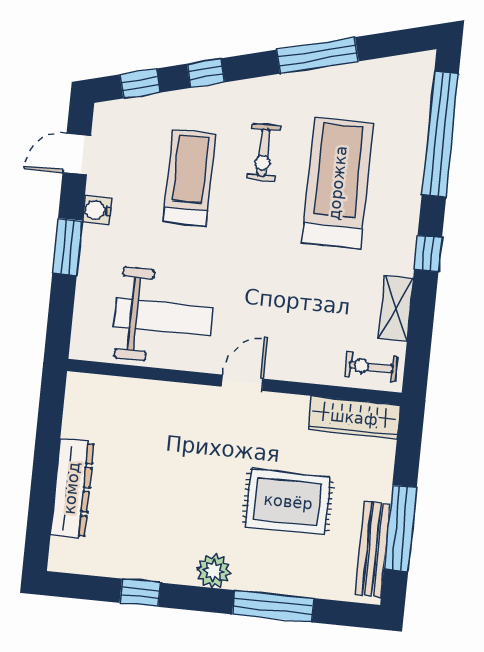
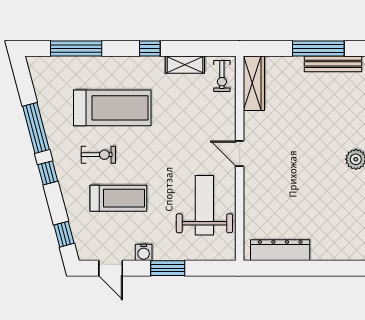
window: (206, 73) -> (48, 173), moved
window: (440, 134) -> (76, 48), width x0.68
treadmill: (189, 178) -> (118, 198), turned 180
treadmill: (338, 183) -> (112, 108), turned 180
dresser: (72, 488) -> (280, 250), moved
rug: (288, 502) -> (309, 118), removed

